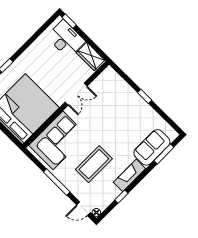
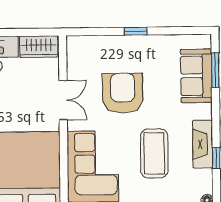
armchair: (108, 120) -> (123, 93), added
fireplace: (130, 175) -> (203, 144), moved

